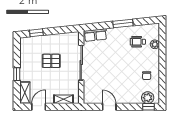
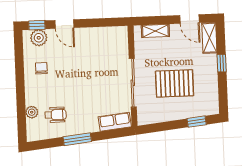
pallet: (51, 61) -> (175, 83), width x1.50, depth x1.42
door: (39, 107) -> (189, 19), hinge flipped
door: (109, 107) -> (64, 24), moved

